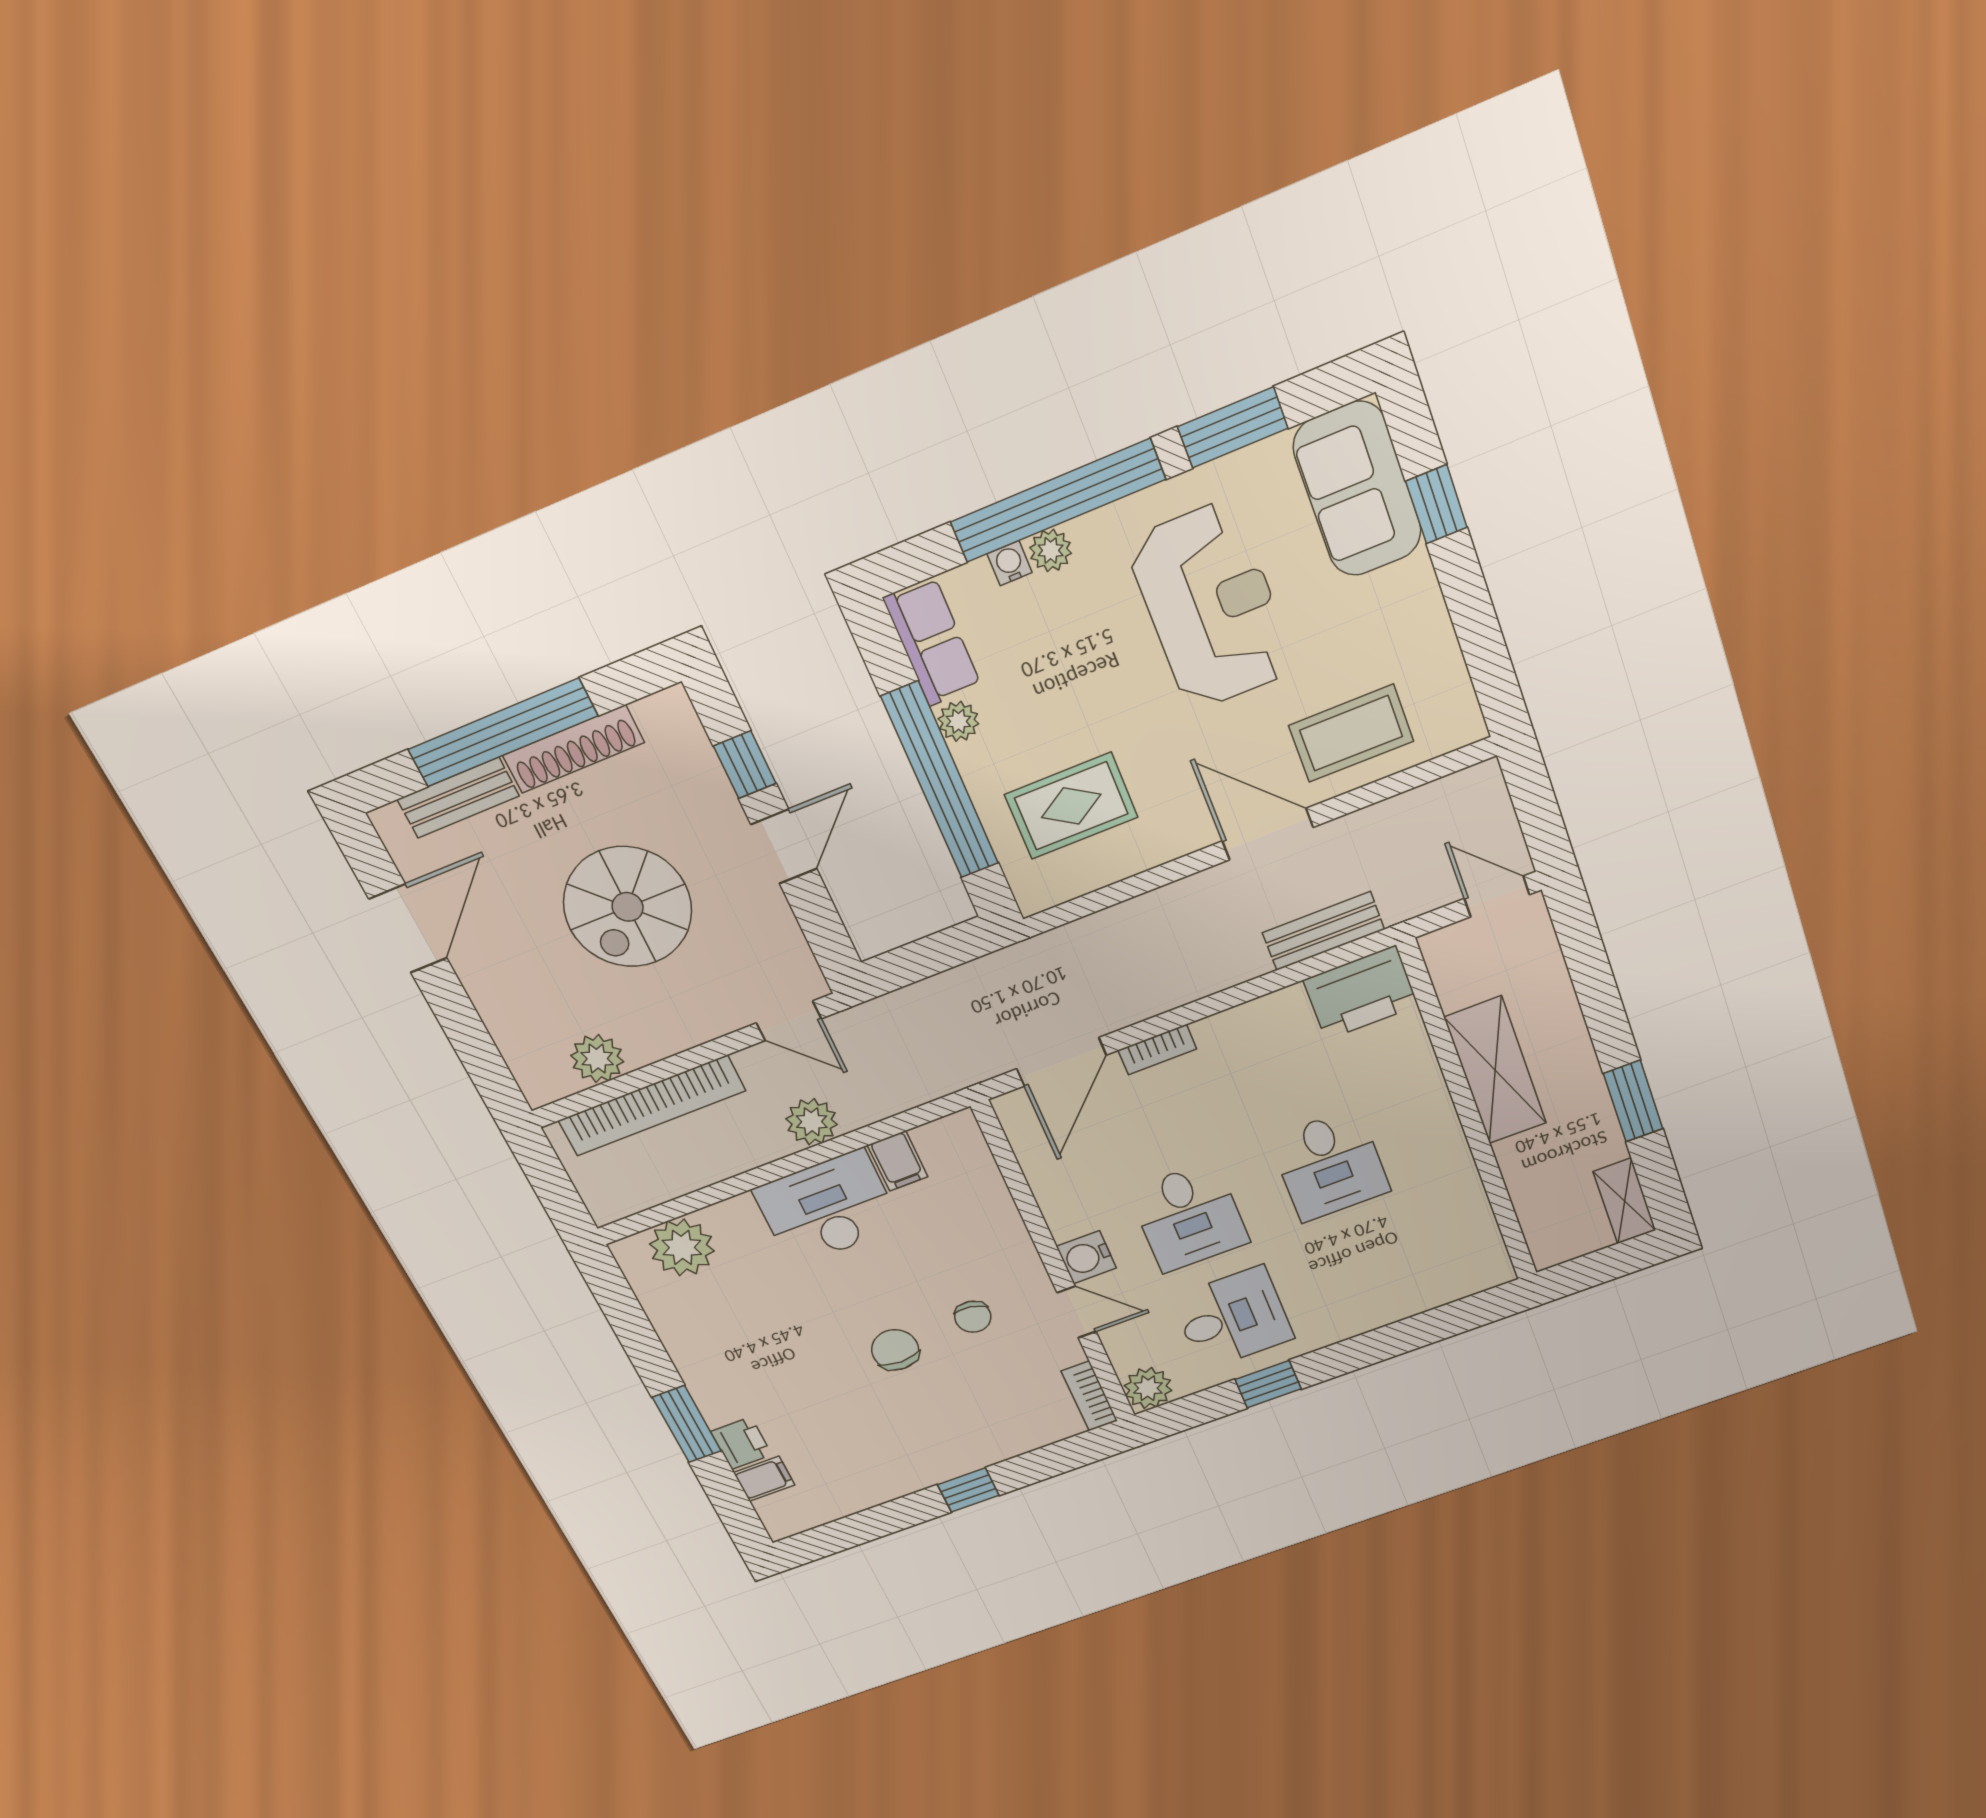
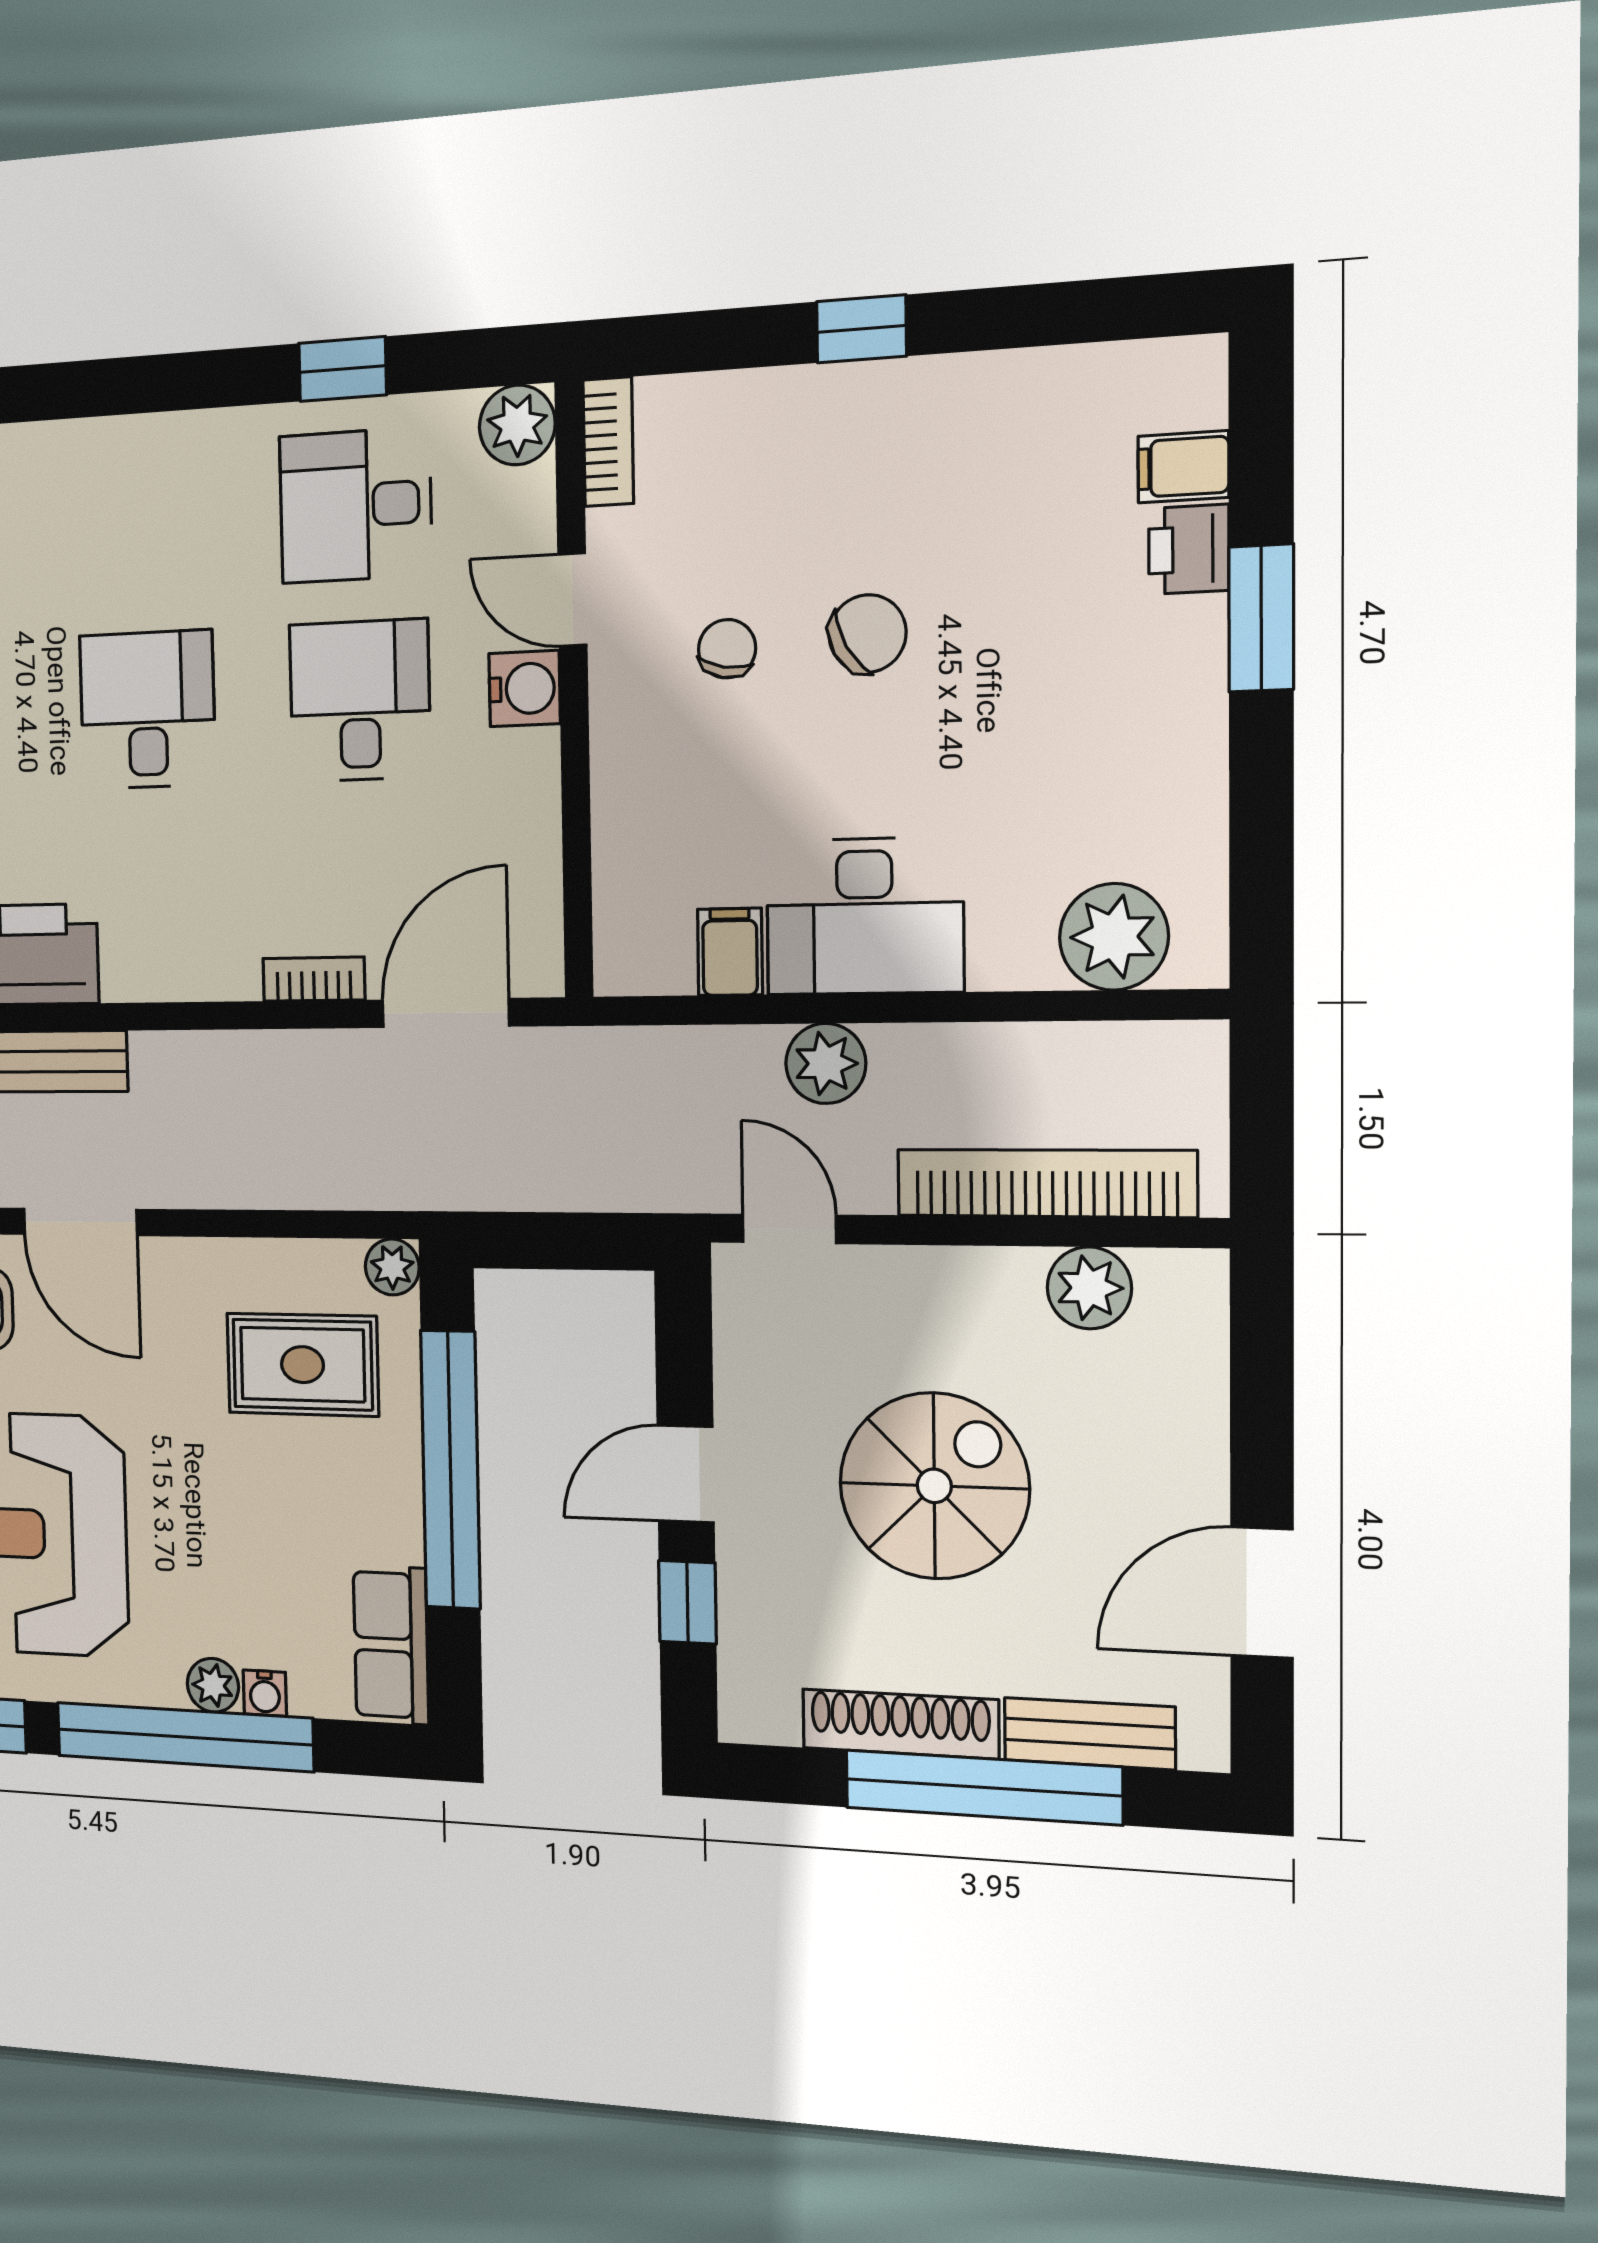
plant: (958, 721) -> (392, 1267), moved
chair: (895, 1350) -> (868, 634), turned -119

